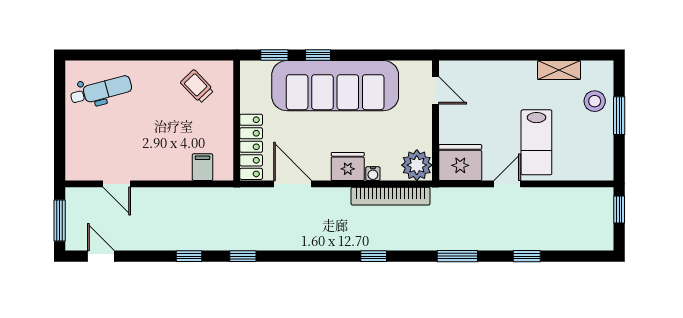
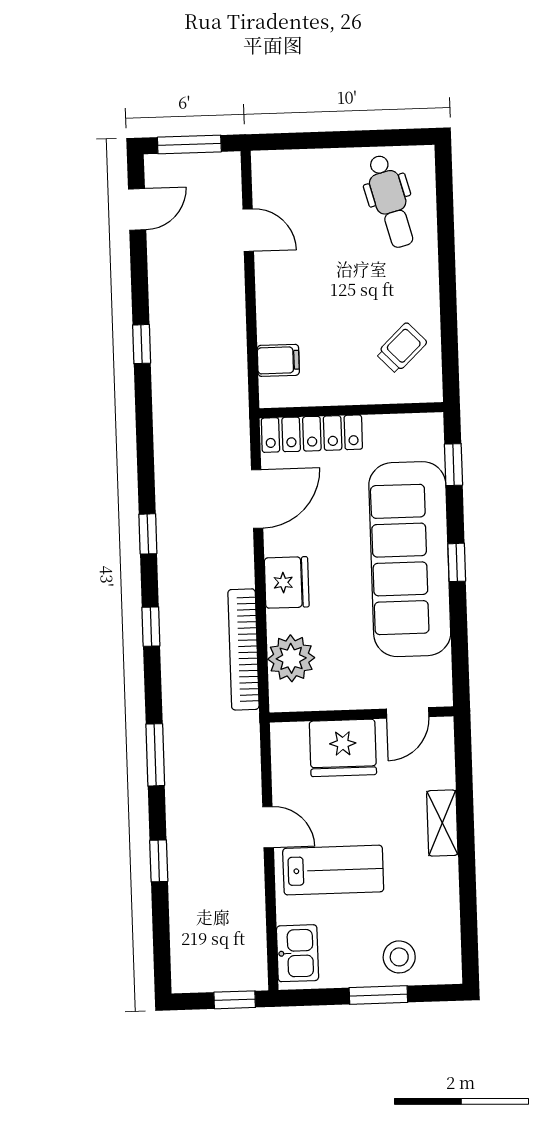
window: (318, 55) -> (457, 562), moved
shelving: (559, 70) -> (442, 823), moved
lab bench: (536, 142) -> (333, 870), turned 180
fridge: (460, 162) -> (343, 748), moved, turned 90
plant: (417, 165) -> (291, 658), moved
kitchen sink: (590, 167) -> (298, 953), added
water cooler: (373, 174) -> (277, 621), removed
door: (117, 184) -> (248, 230), swing flipped
window: (243, 256) -> (148, 534), moved

